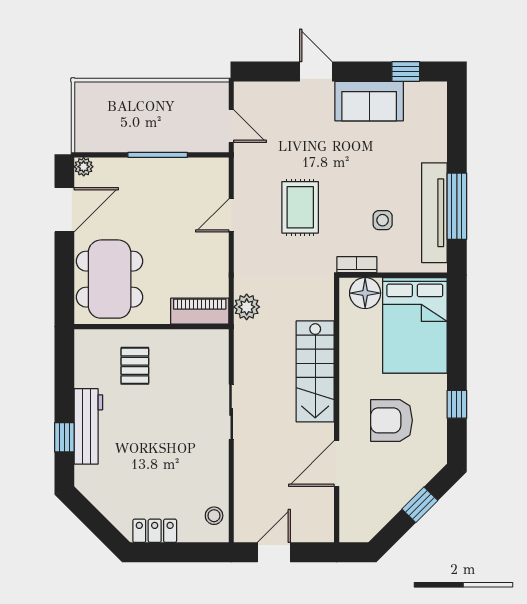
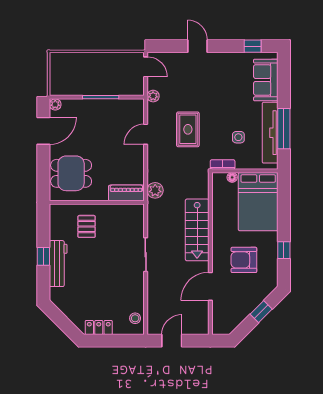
sofa: (369, 101) -> (266, 80), moved, turned 90
door: (231, 126) -> (146, 67), moved
plant: (243, 153) -> (153, 96), added
dining table: (110, 279) -> (71, 173), width x0.73
floor lamp: (365, 293) -> (232, 177), width x0.53, depth x0.53
window: (64, 437) -> (43, 256), moved

